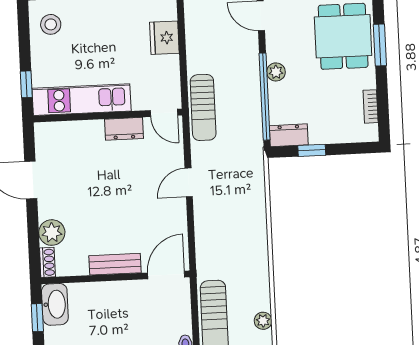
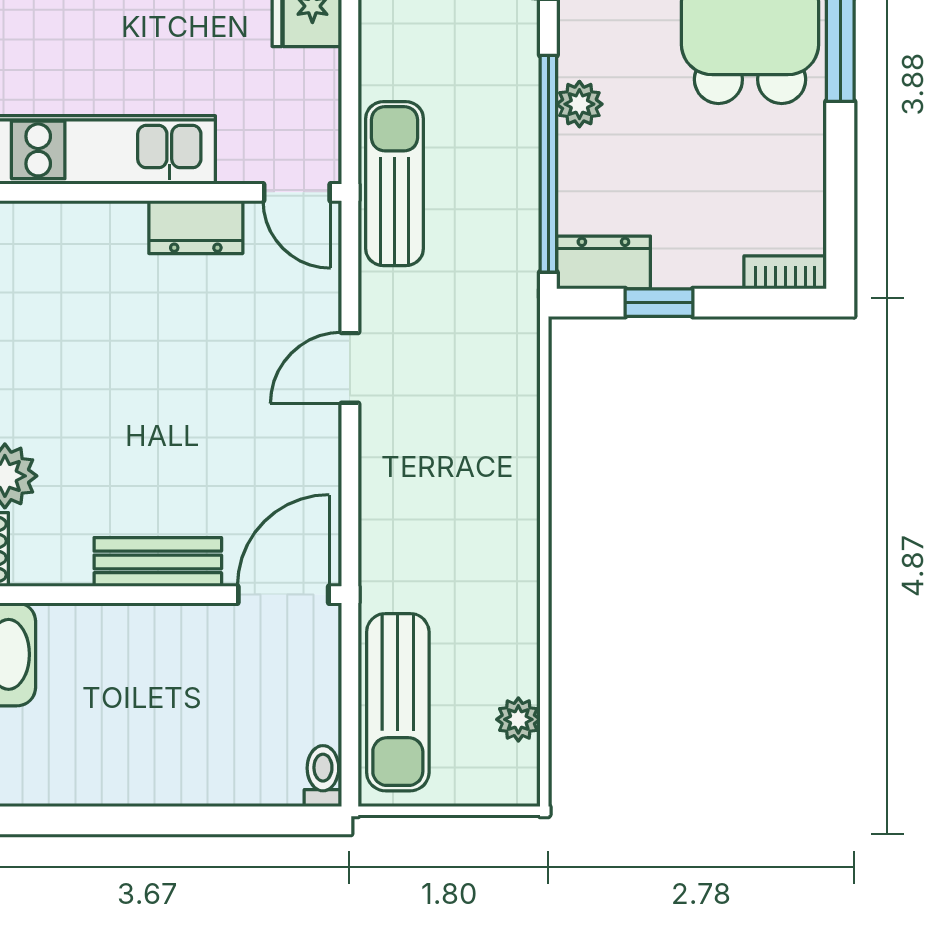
bookcase: (371, 106) -> (785, 272), moved, turned 90
sun lounger: (203, 107) -> (395, 184), turned 180

